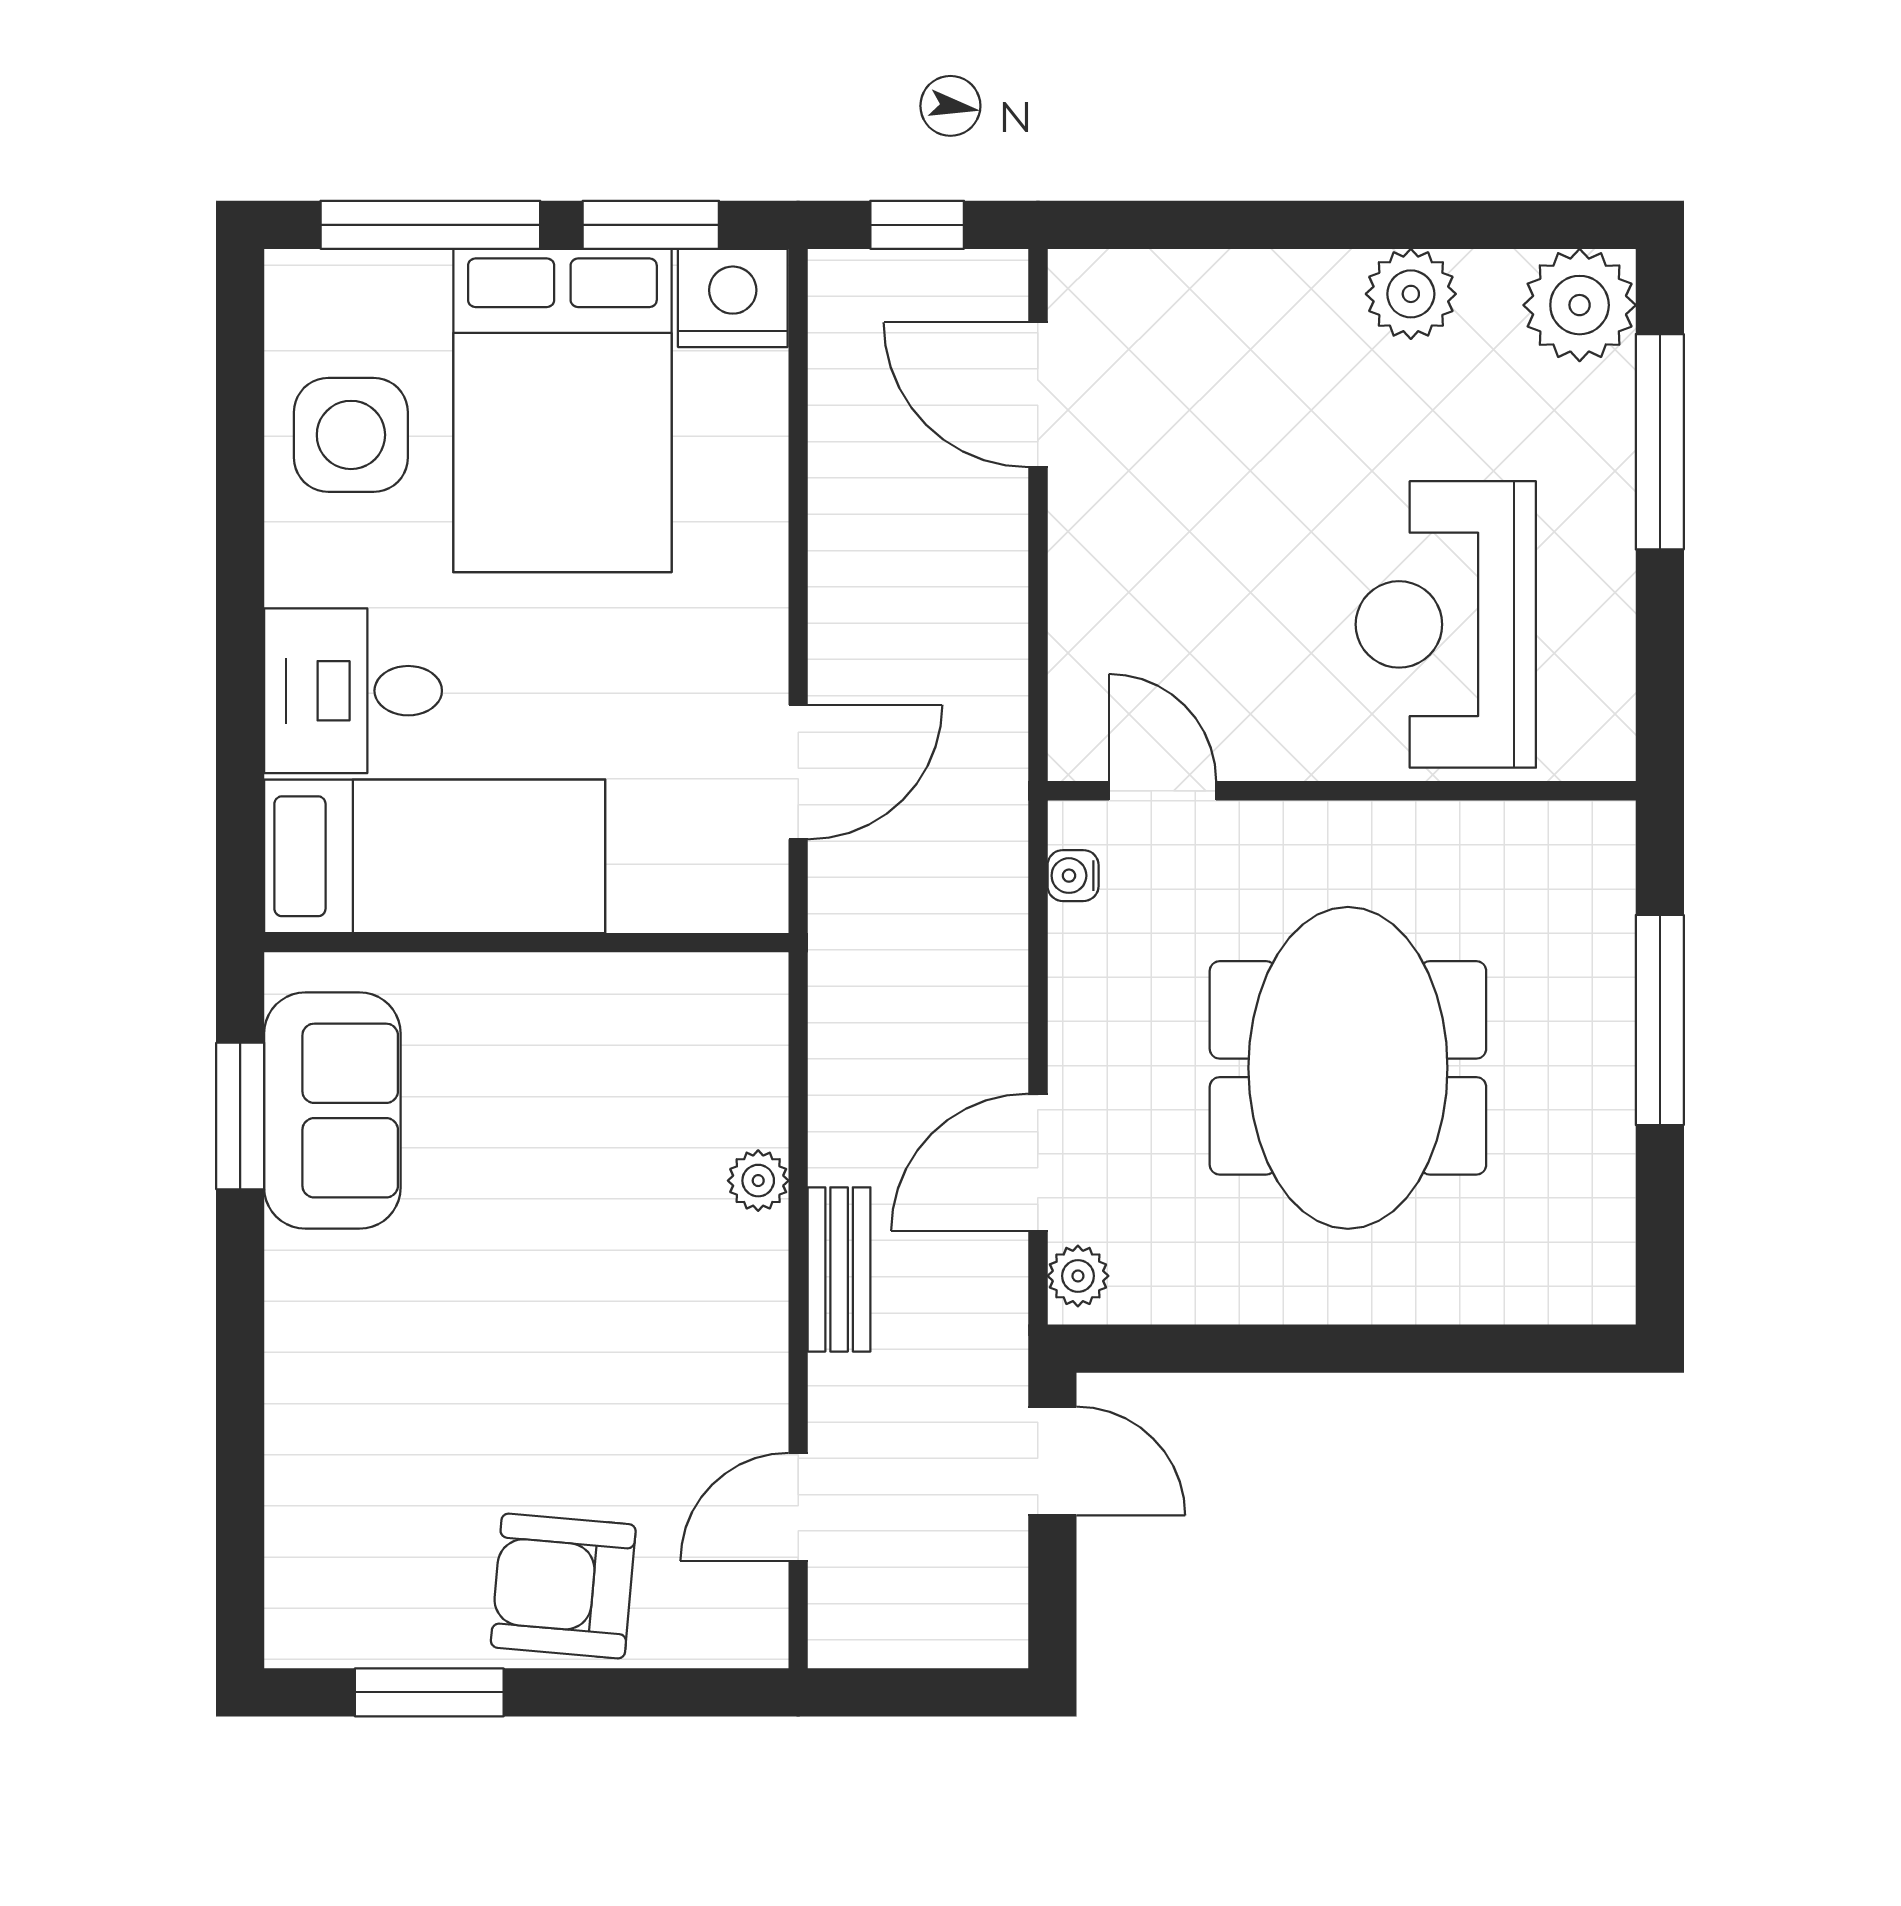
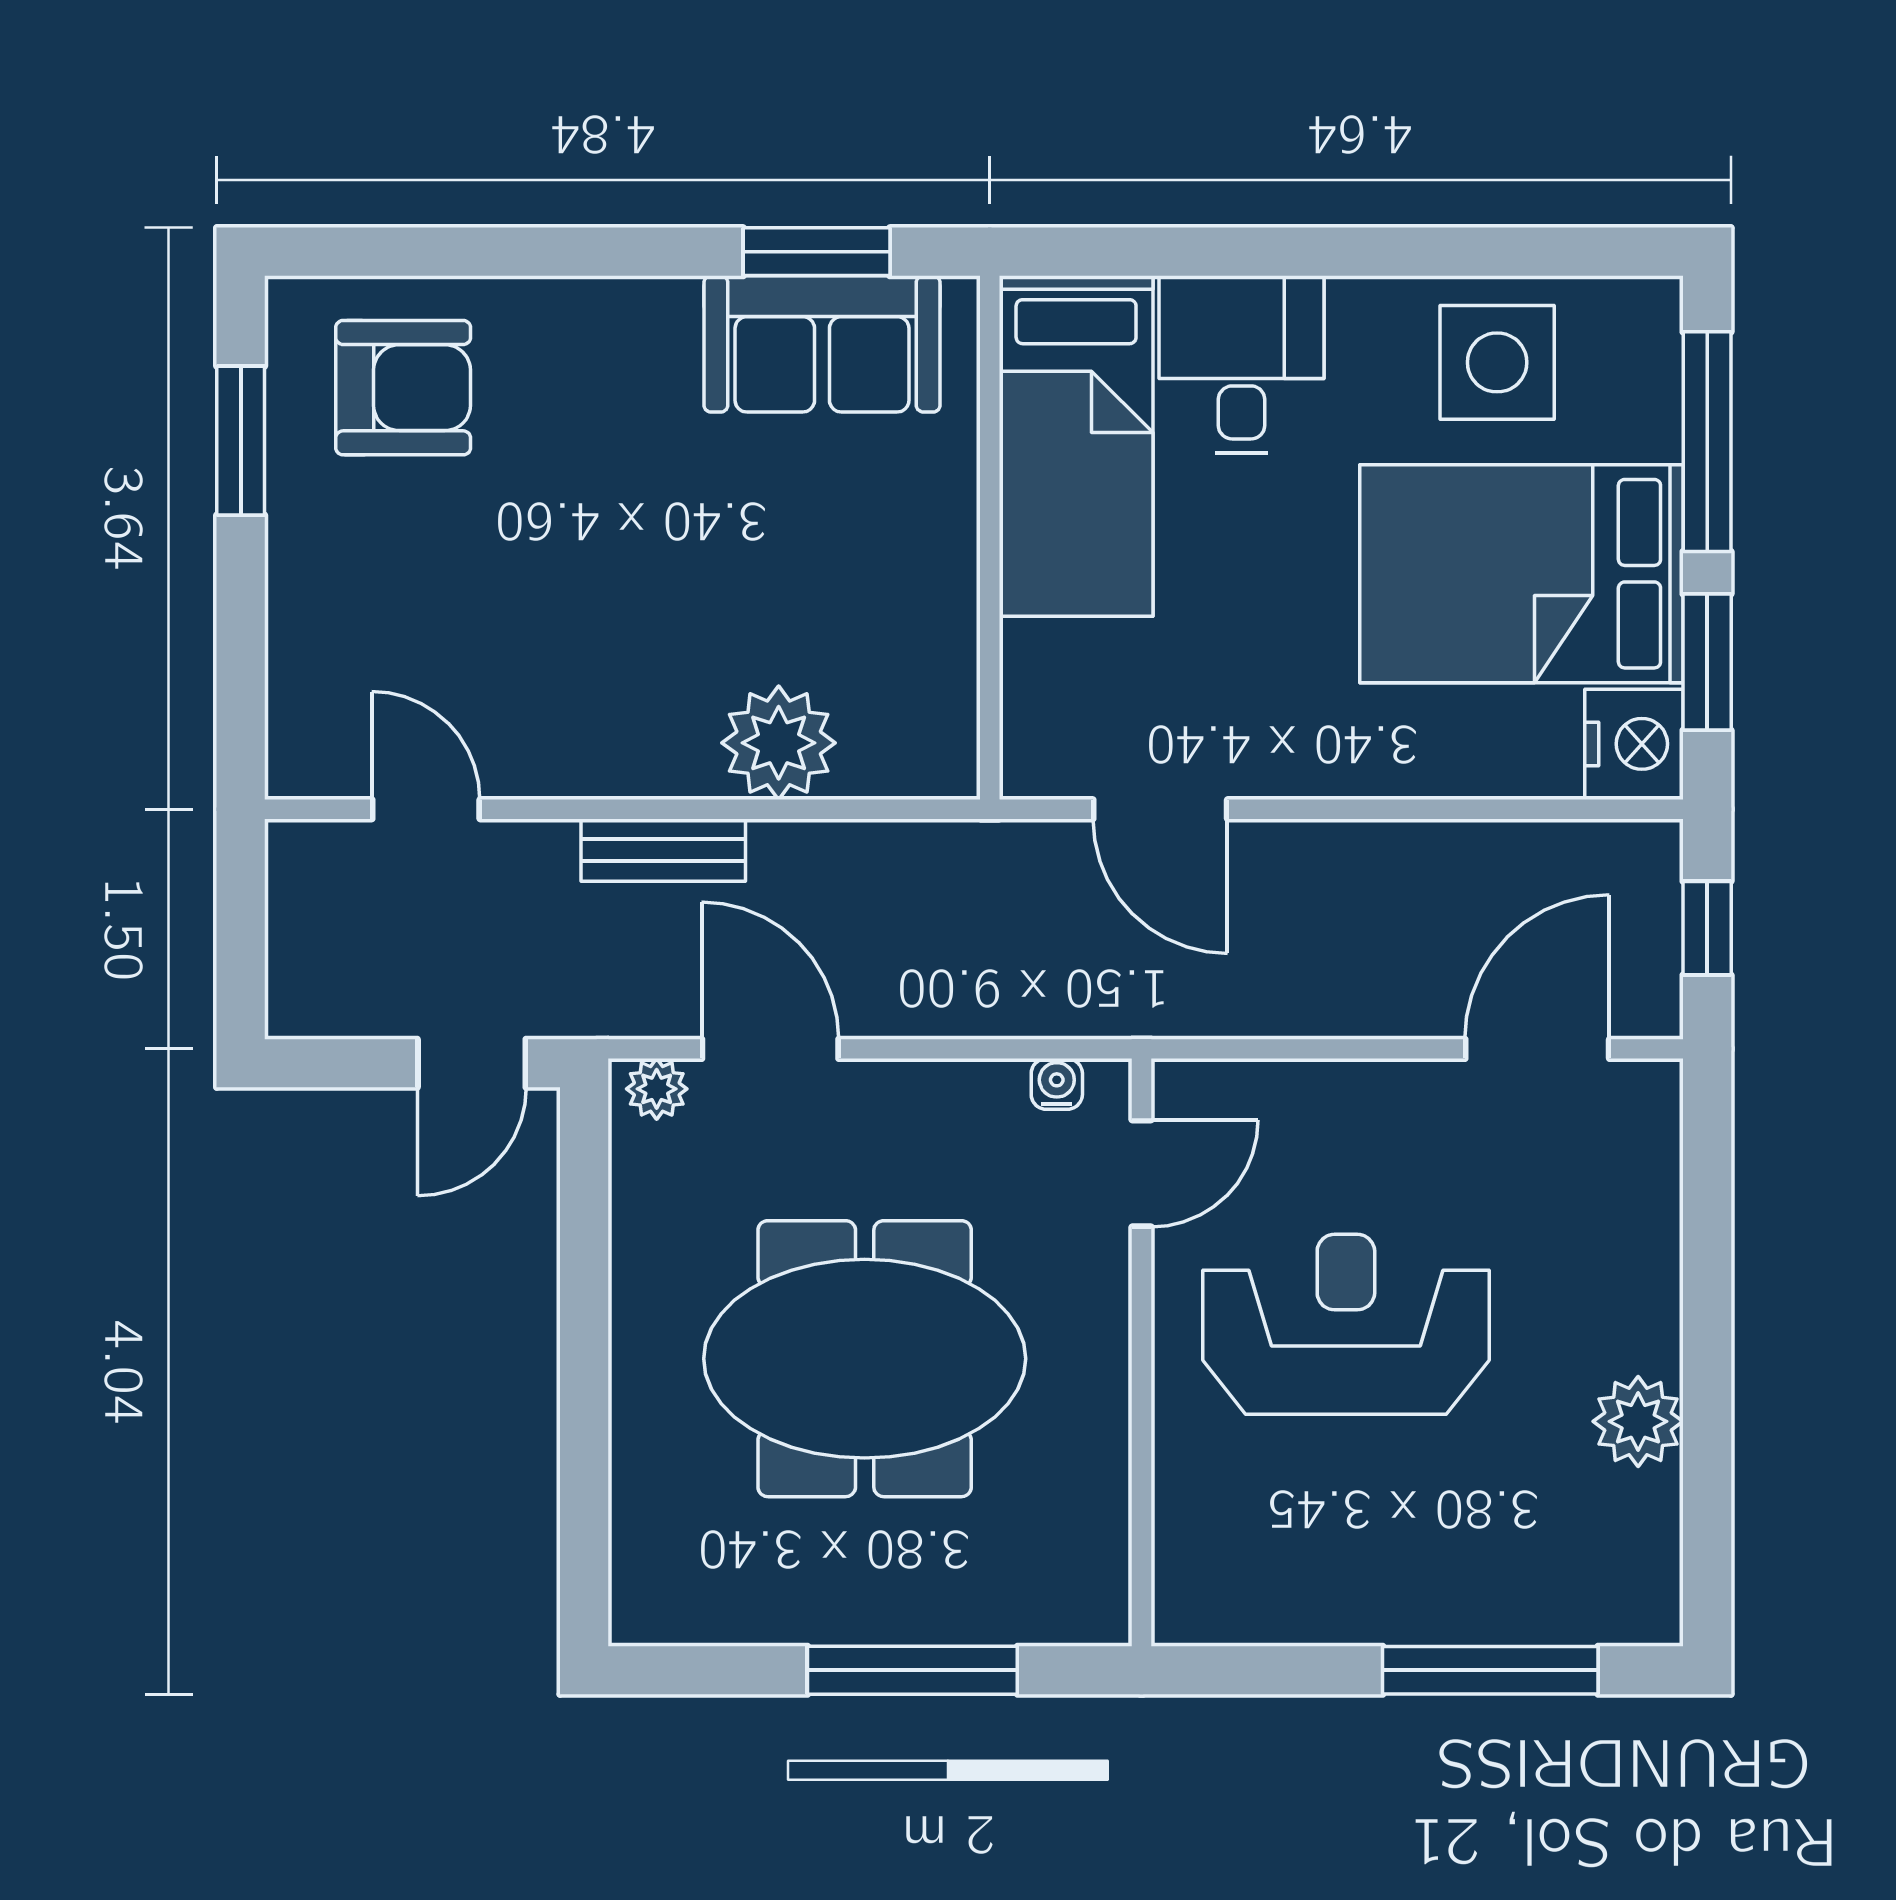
plant: (1580, 305) -> (1627, 1590), removed
reception desk: (1446, 624) -> (1346, 1324), moved
plant: (758, 1181) -> (779, 743), width x1.88, depth x1.88
armchair: (563, 1586) -> (403, 388), moved, turned 85

